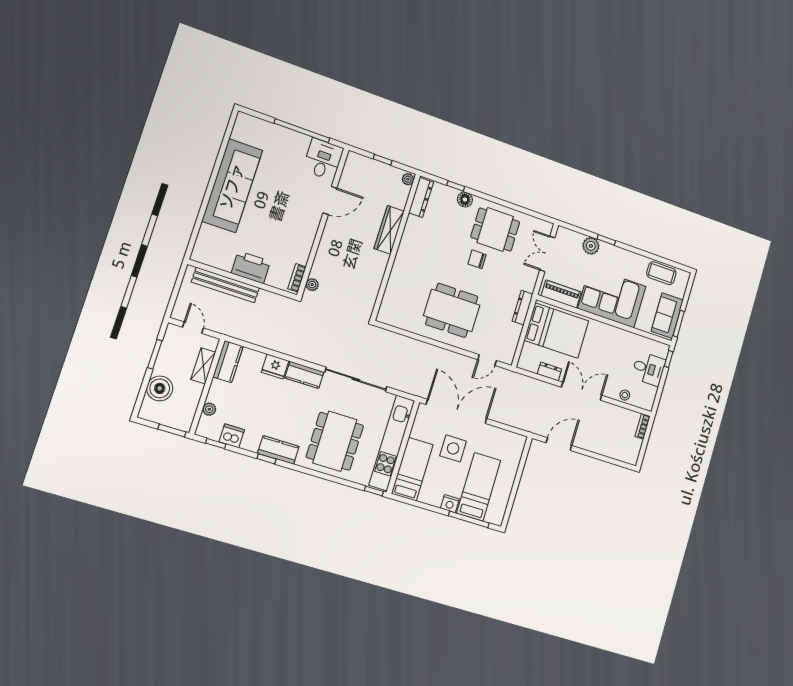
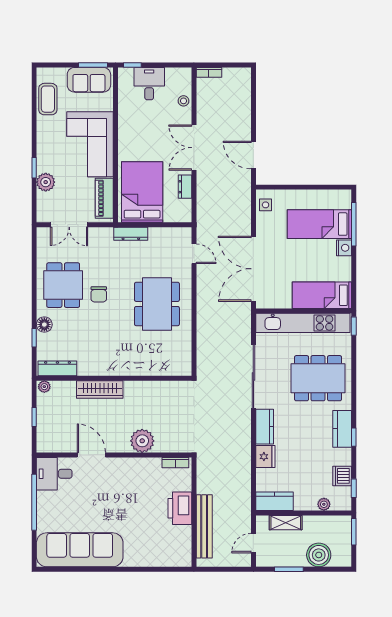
sofa: (232, 186) -> (80, 550), moved
plant: (312, 285) -> (142, 441), moved, width x1.88, depth x1.88
side table: (453, 448) -> (266, 205), moved, width x0.54, depth x0.54

